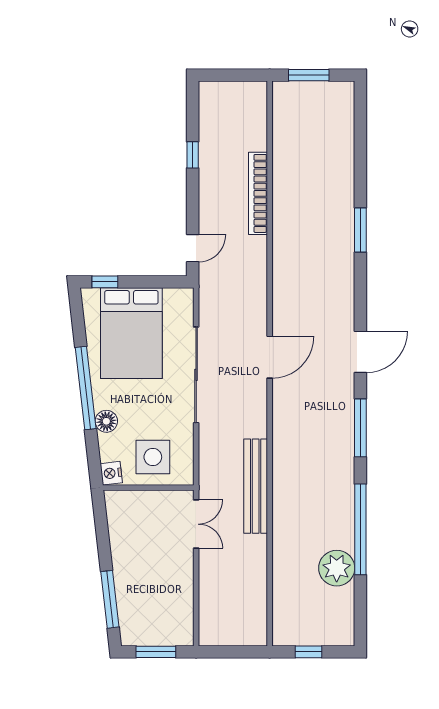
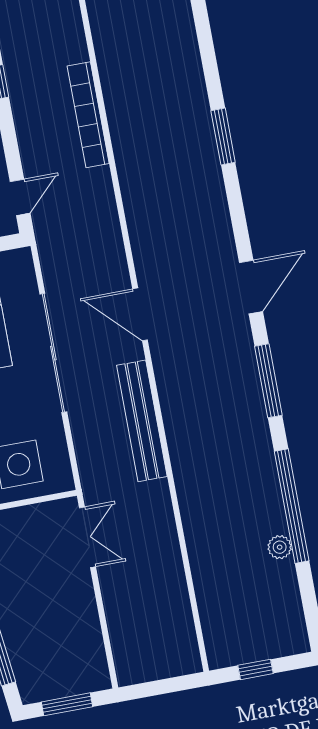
door: (270, 357) -> (140, 314), swing flipped
bench: (256, 486) -> (142, 421), moved
plant: (337, 568) -> (280, 547), width x0.53, depth x0.53

